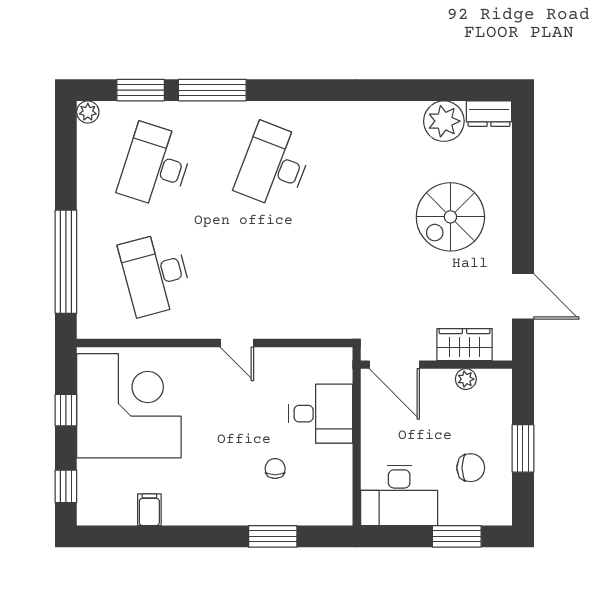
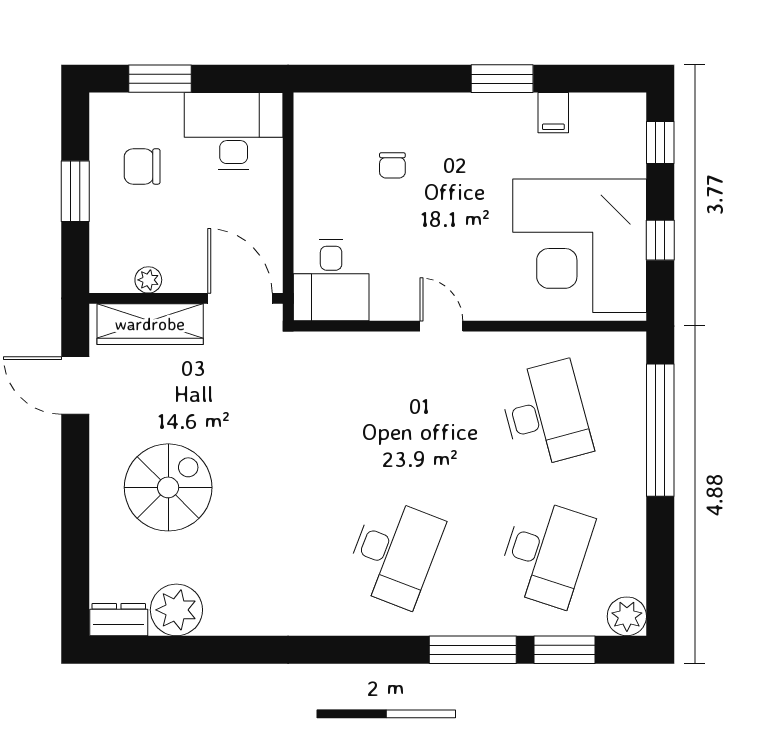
plant: (88, 112) -> (627, 616), width x1.38, depth x1.38
wardrobe: (465, 345) -> (150, 324), width x1.50
desk: (321, 414) -> (331, 280), moved, turned -90
window: (273, 536) -> (502, 79), moved

